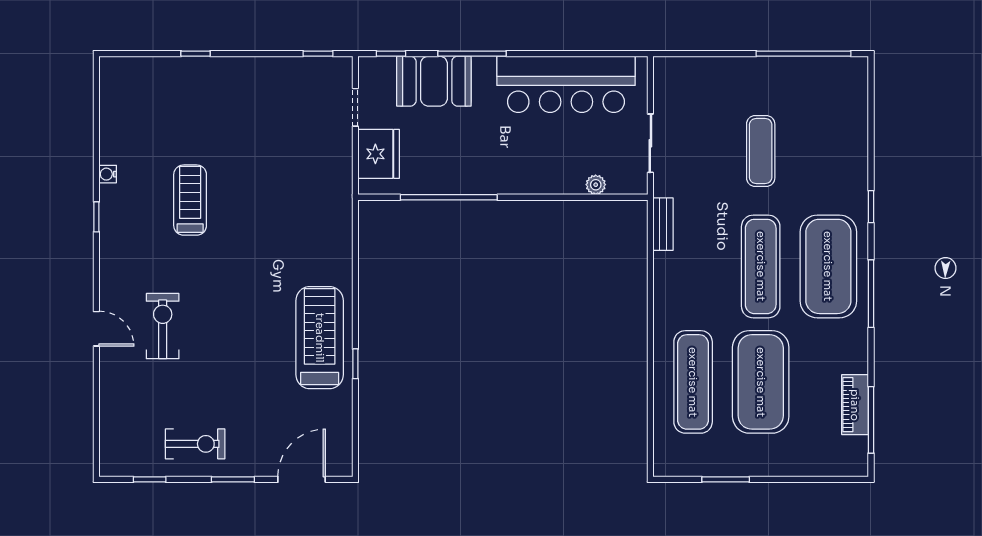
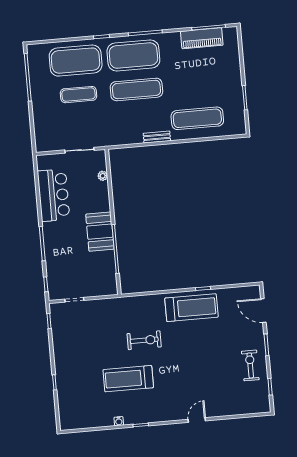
booth: (434, 81) -> (100, 232), moved
bar counter: (566, 84) -> (54, 195), width x0.73
fridge: (379, 154) -> (97, 286), removed
treadmill: (190, 200) -> (128, 379), width x1.37, depth x1.38
bench: (663, 224) -> (157, 137), moved
exercise bike: (163, 326) -> (144, 340), moved, turned 180
treadmill: (320, 338) -> (191, 308), turned 180
exercise mat: (761, 382) -> (76, 61), moved
piano: (855, 405) -> (202, 38), width x1.37, depth x1.33

